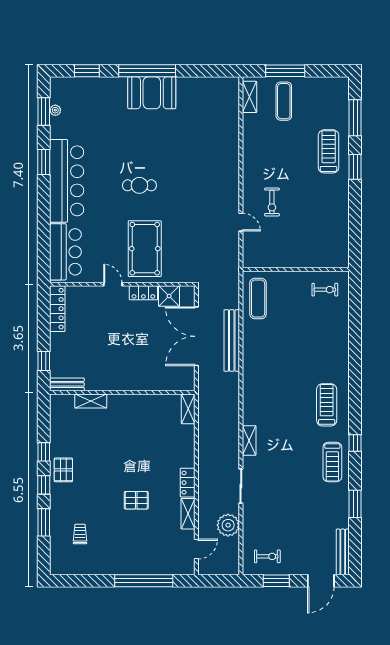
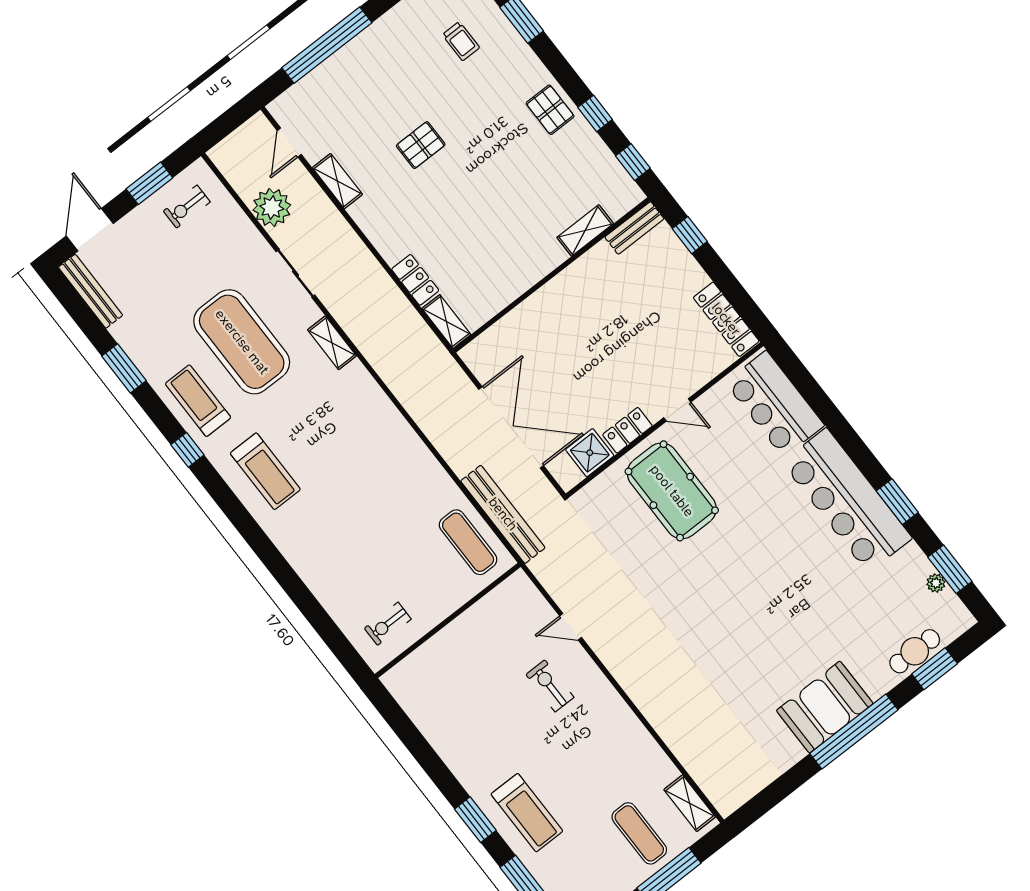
cafe table: (139, 185) -> (915, 651), moved
bench: (232, 341) -> (503, 514), moved
exercise mat: (291, 474) -> (242, 342), added
locker: (188, 483) -> (415, 280), moved
window: (44, 485) -> (633, 162), moved

